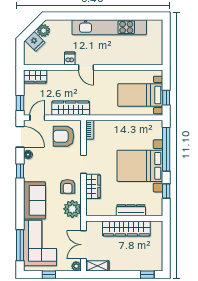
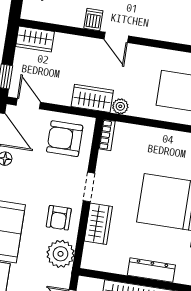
wardrobe: (71, 108) -> (92, 98), width x0.67
plant: (95, 110) -> (120, 106), added
door: (37, 118) -> (28, 104), hinge flipped

